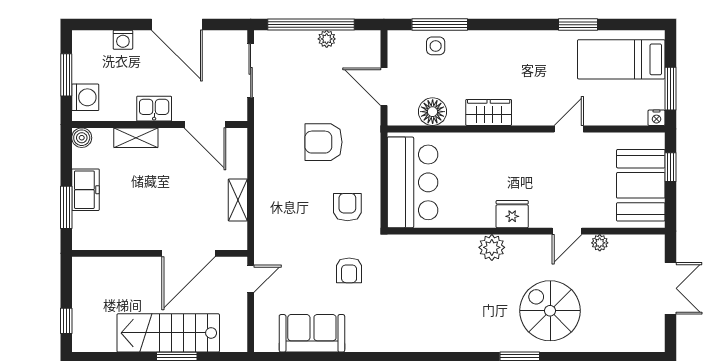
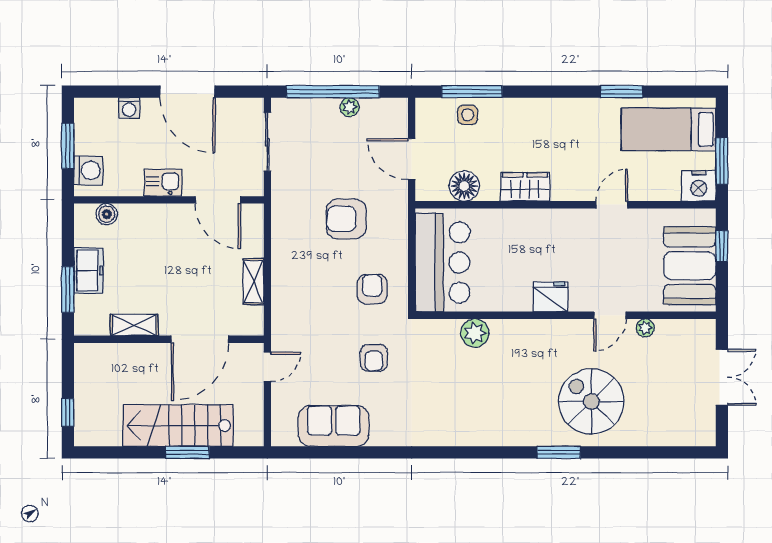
nightstand: (656, 118) -> (699, 186), width x1.89, depth x1.79
boiler: (82, 138) -> (107, 214), moved
shelving: (136, 138) -> (134, 325), moved
plant: (492, 247) -> (475, 333), moved

